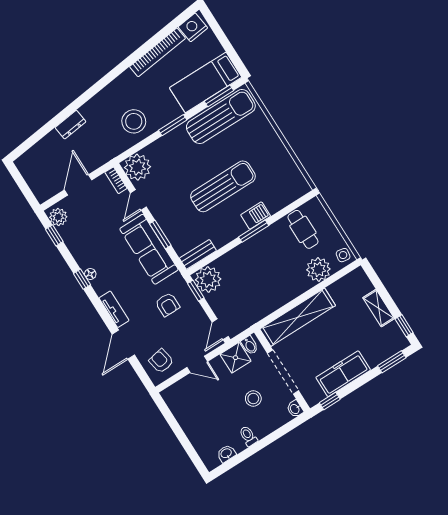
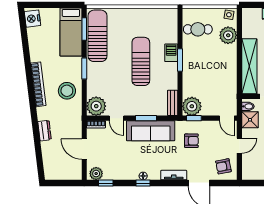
bookcase: (158, 52) -> (38, 84), moved

